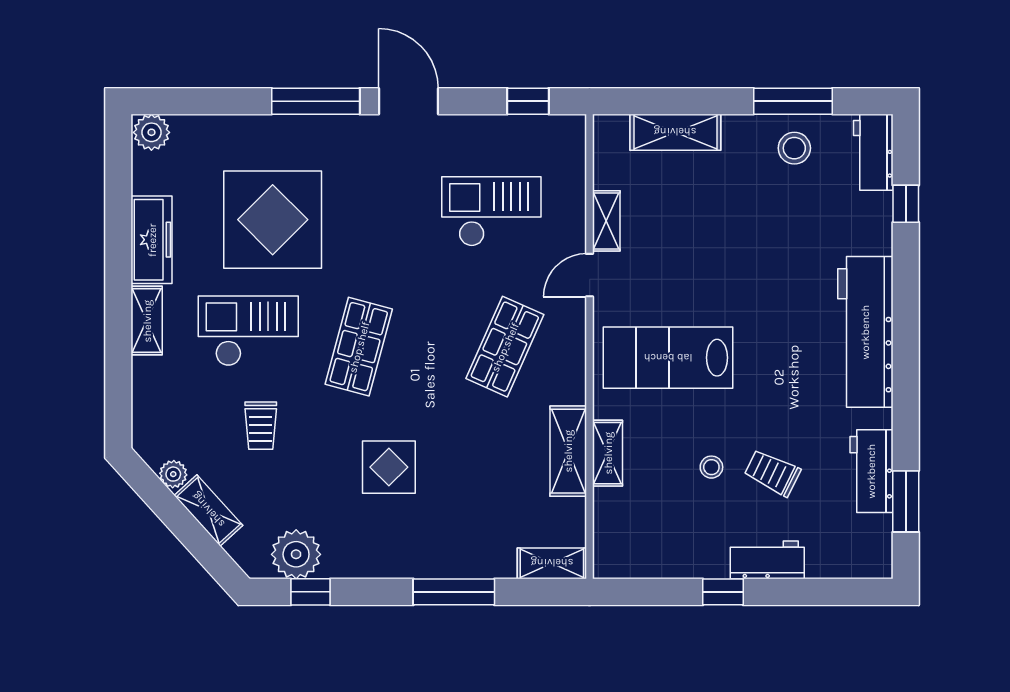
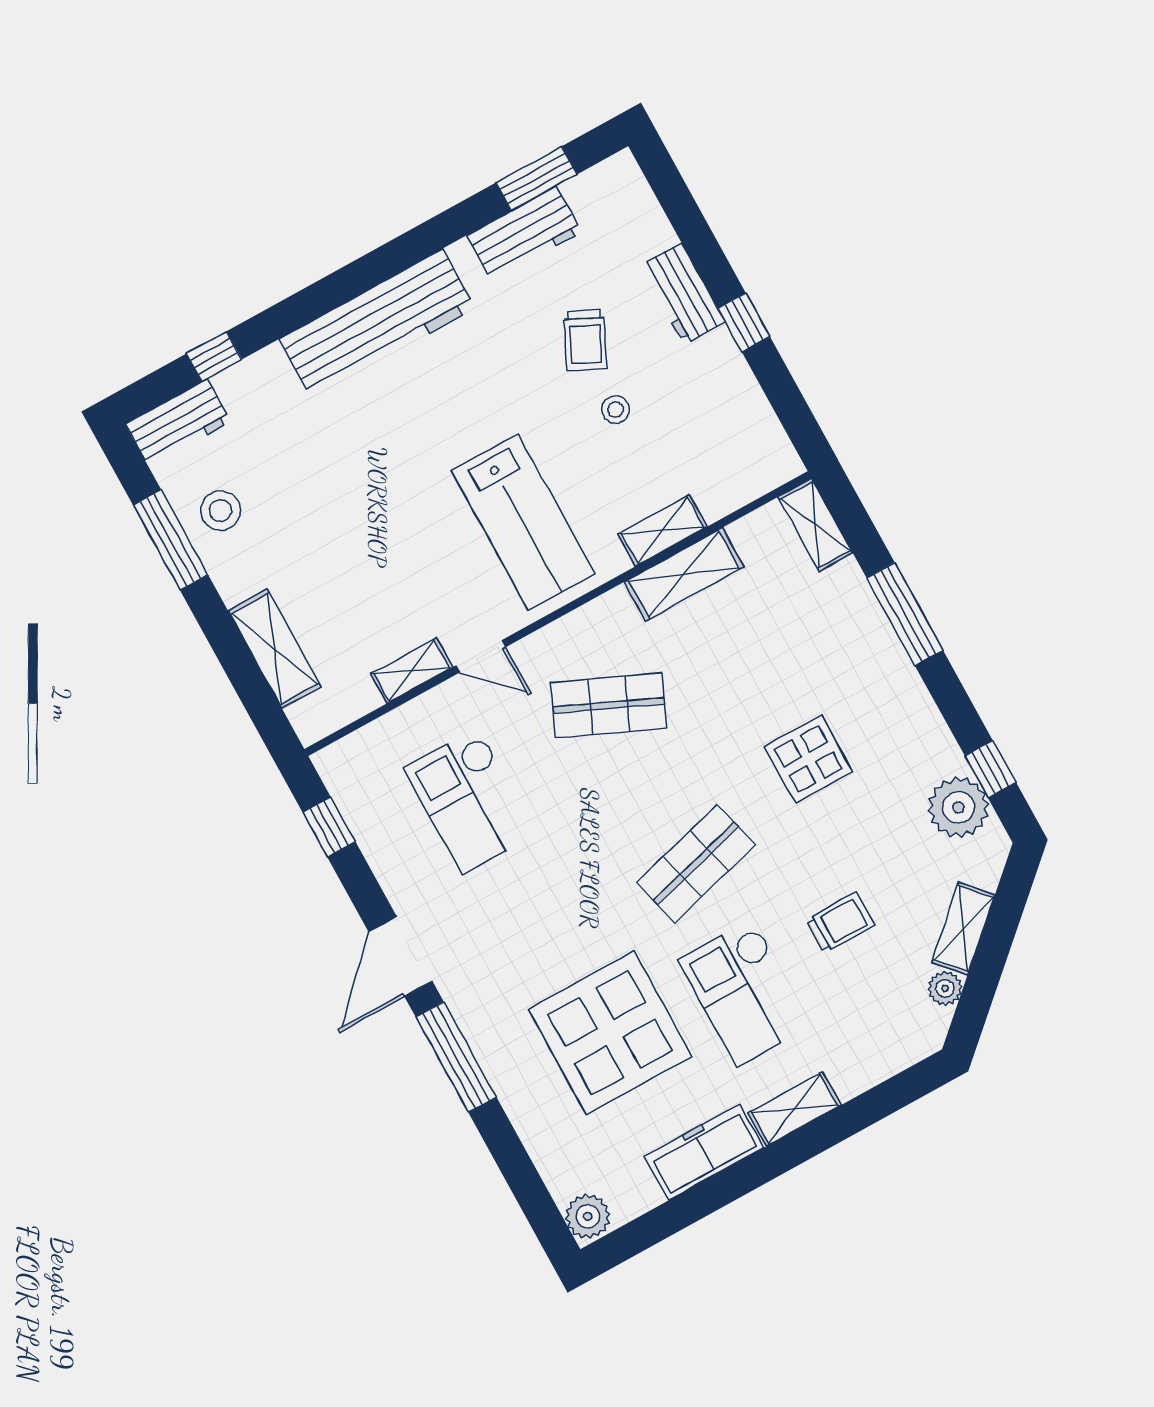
shop shelf: (359, 347) -> (696, 864), turned -30

